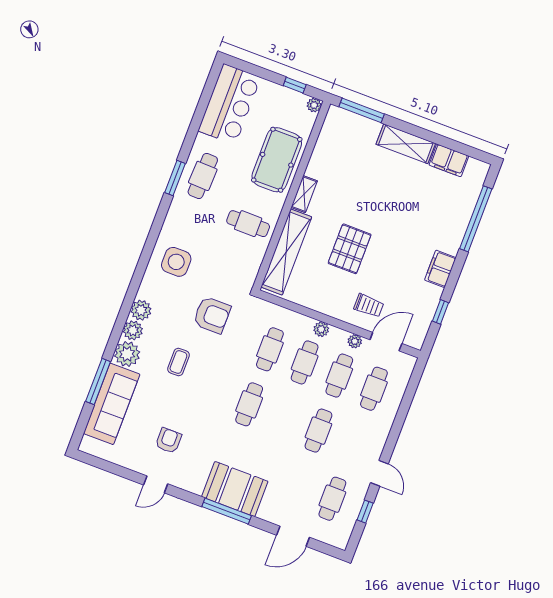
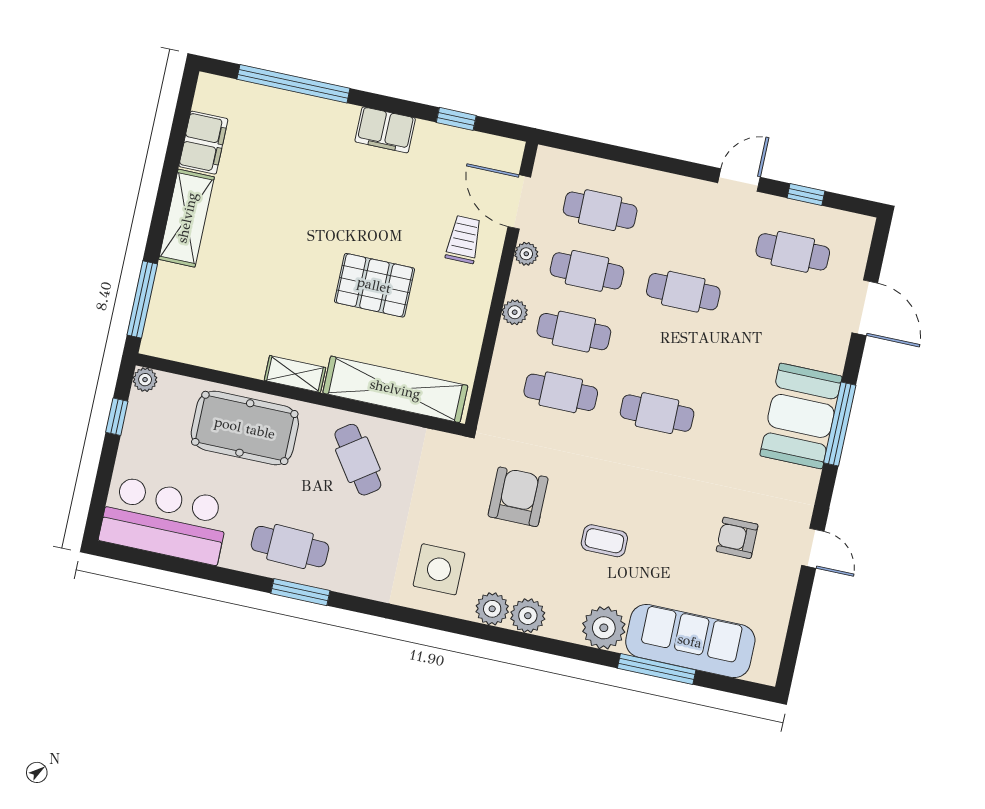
cafe table: (248, 224) -> (358, 460), turned -35
plant: (133, 330) -> (492, 609), moved

